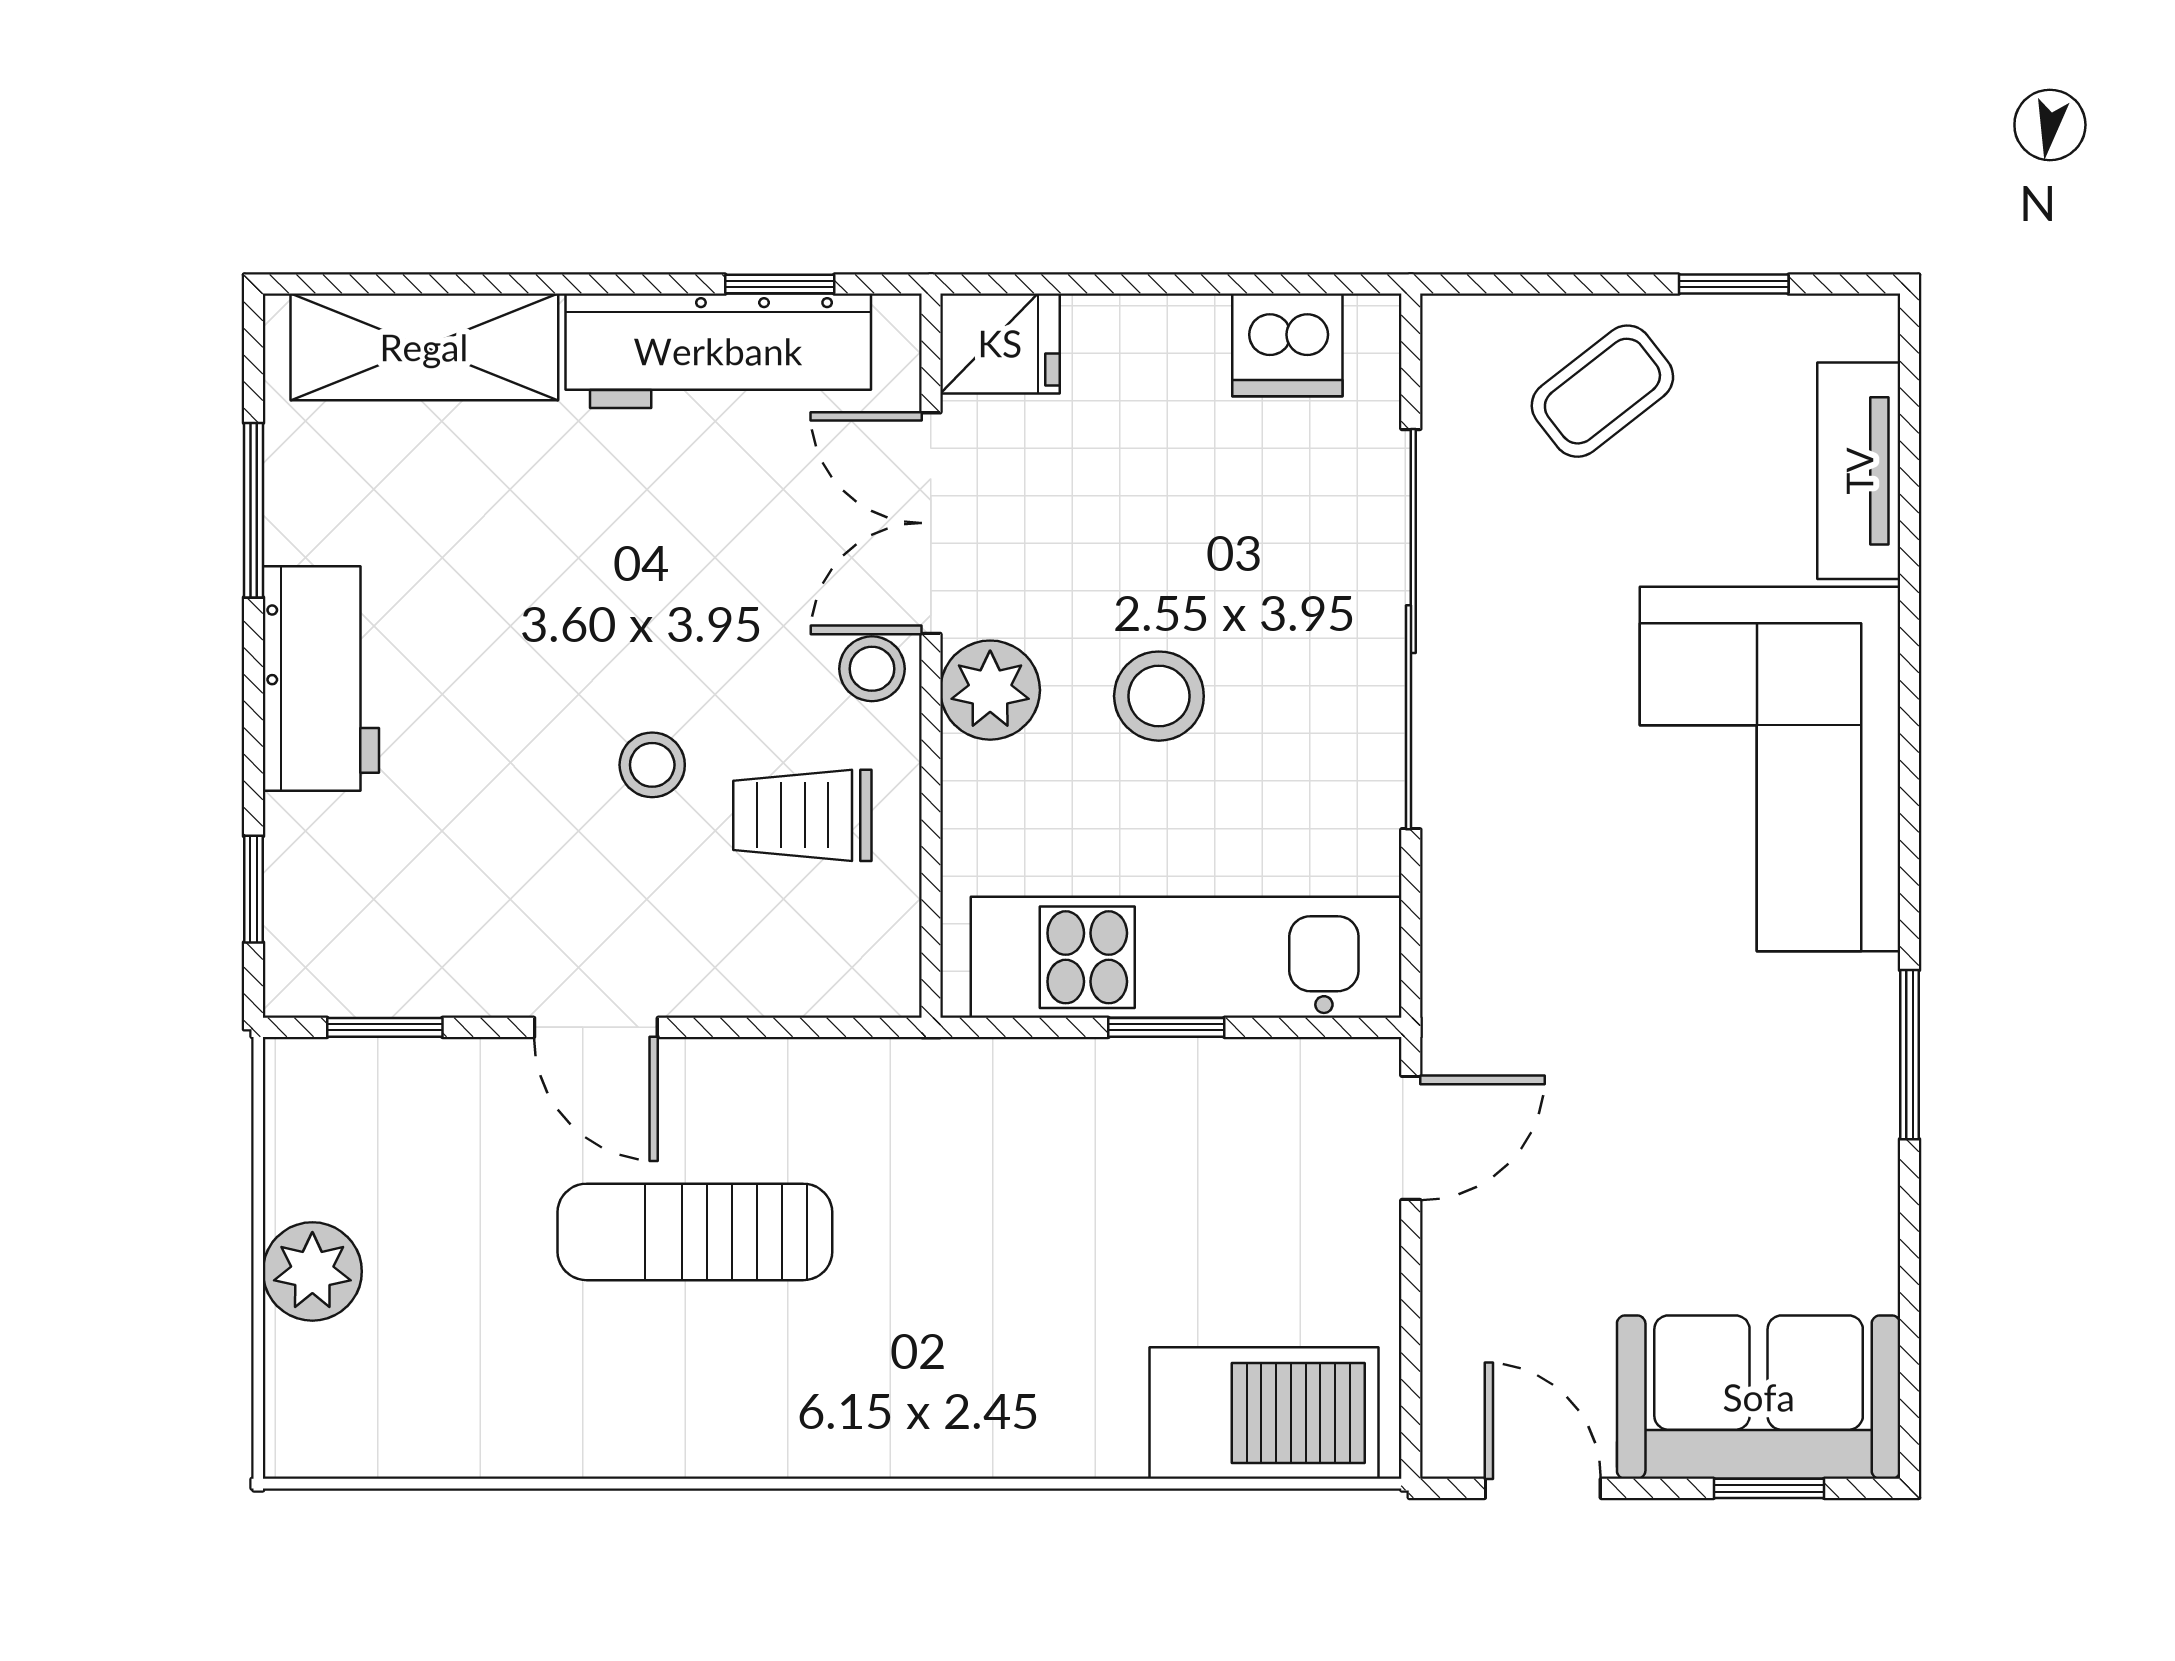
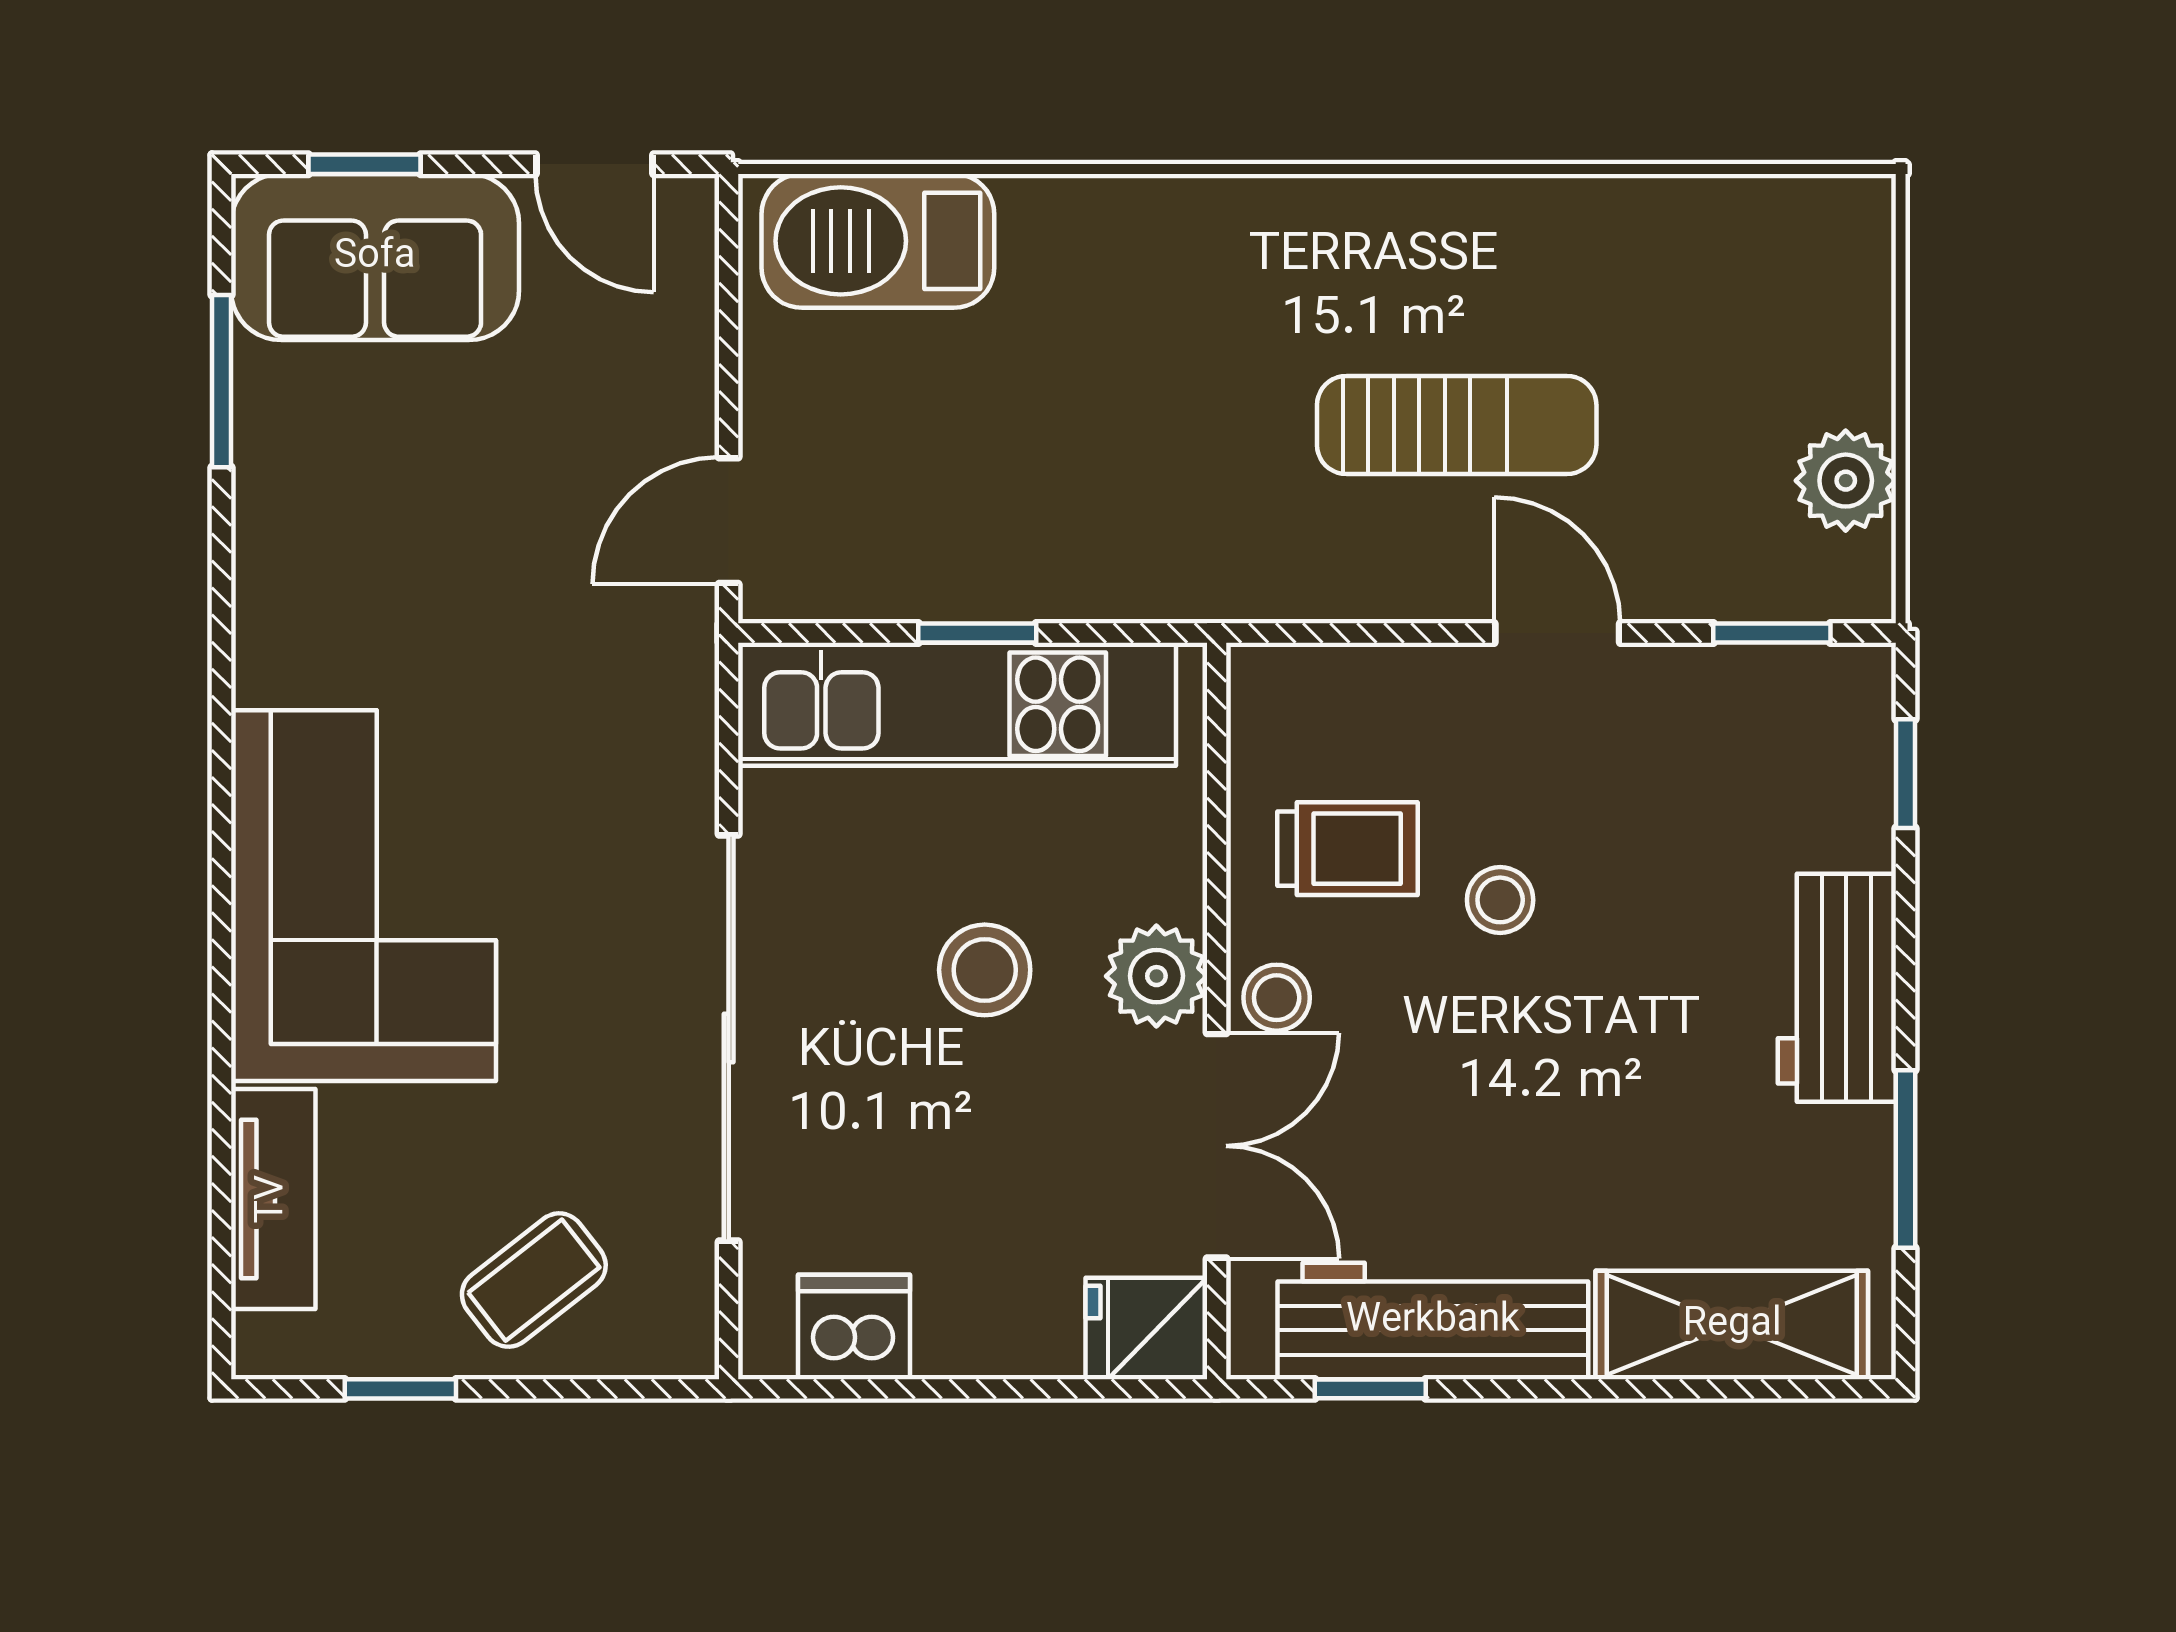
window: (1909, 1055) -> (222, 381), moved
plant: (312, 1271) -> (1846, 481), moved

